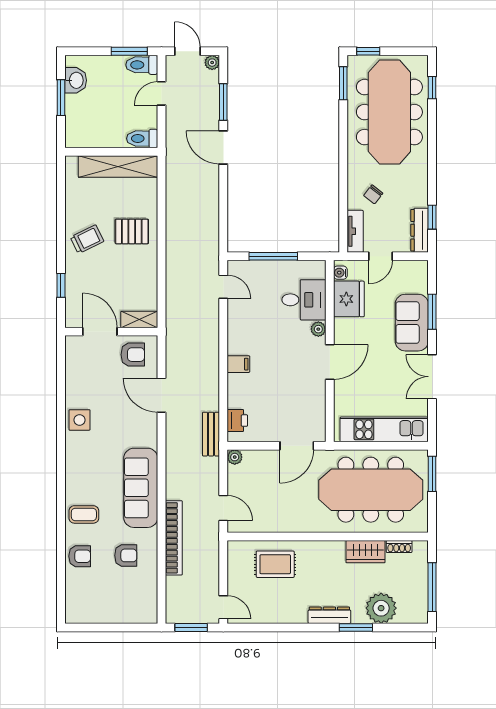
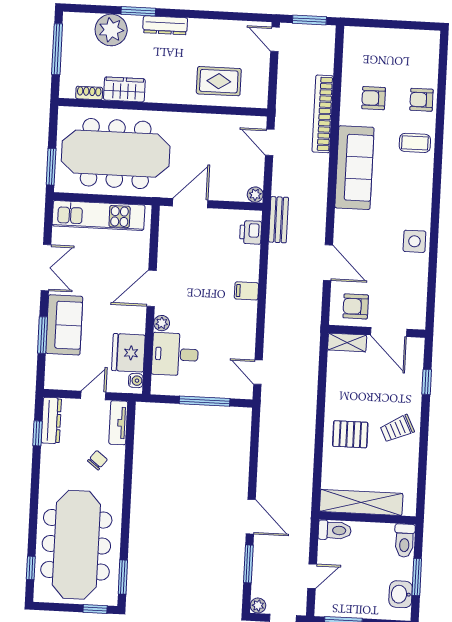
toilet: (142, 65) -> (405, 541), moved, turned 90

